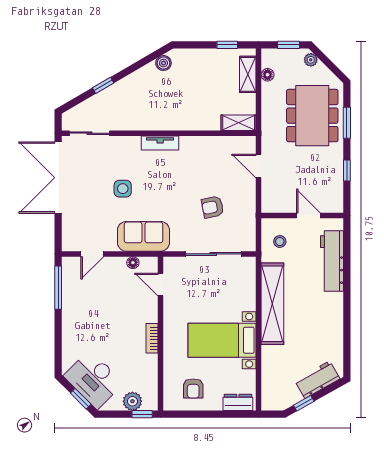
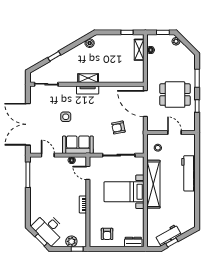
dining table: (312, 116) -> (175, 95), moved, width x0.73
shelving: (239, 123) -> (88, 78), moved
door: (259, 166) -> (145, 103), width x1.88
double door: (58, 178) -> (28, 124), moved
door: (92, 254) -> (48, 155), swing flipped
workbench: (332, 261) -> (188, 173), moved
bed with nightstands: (222, 340) -> (124, 192), moved
workbench: (317, 380) -> (168, 235), moved

